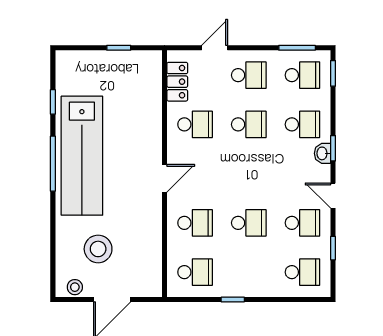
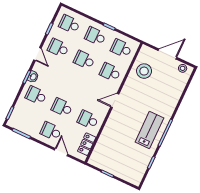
door: (215, 48) -> (61, 152), swing flipped
school desk: (302, 75) -> (95, 36), moved
lab bench: (82, 156) -> (149, 130), width x0.54, depth x0.72
stool: (98, 249) -> (144, 71), moved

